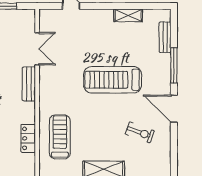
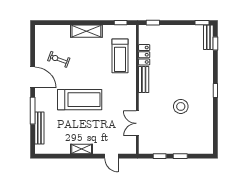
shelving: (128, 15) -> (82, 149), moved
bench: (165, 37) -> (39, 128), width x1.36
bench: (29, 84) -> (144, 80), moved

